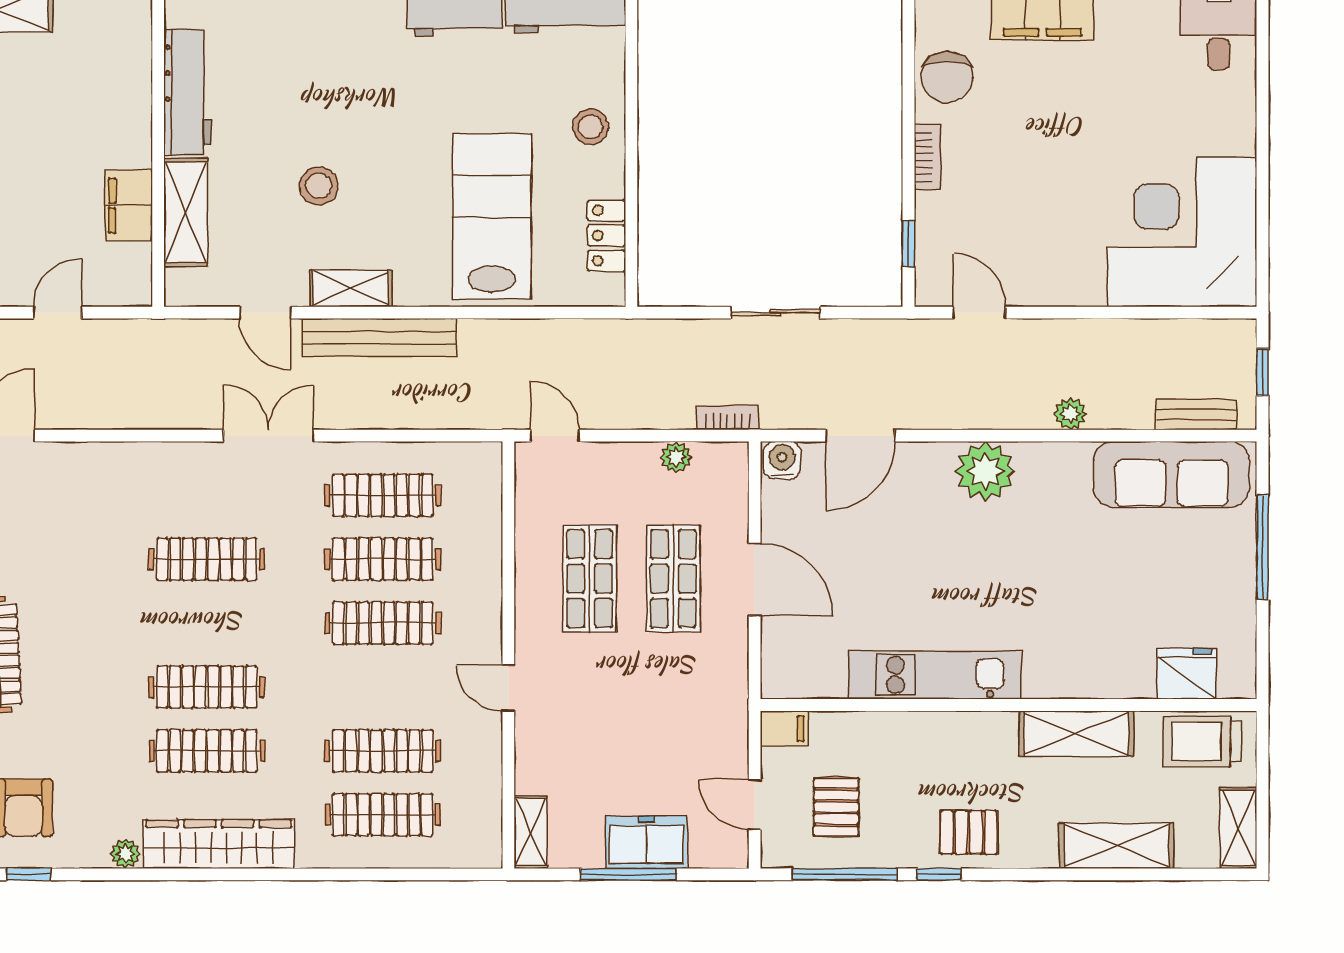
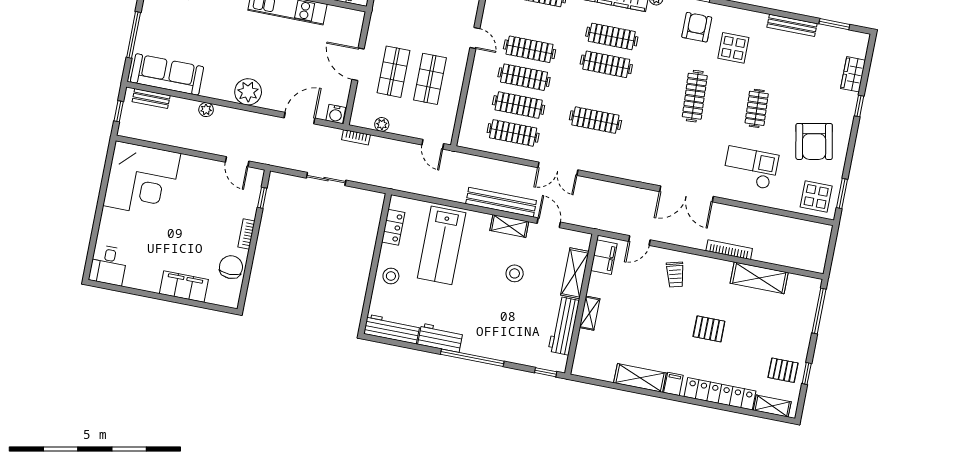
shelving: (136, 131) -> (590, 313), added
filing cabinet: (129, 206) -> (604, 257), moved
clothes rail: (383, 751) -> (530, 49), moved

